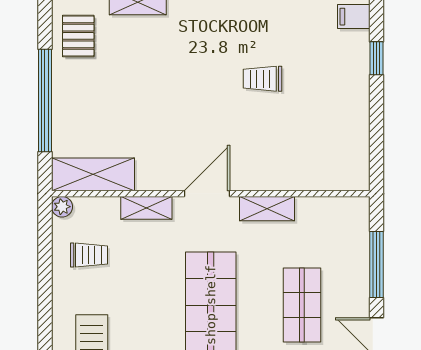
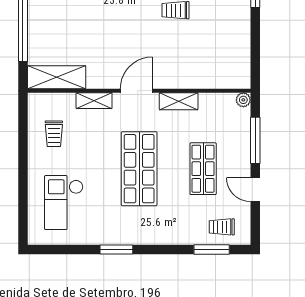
plant: (62, 207) -> (243, 100), moved
trolley: (89, 255) -> (54, 134), turned 90

